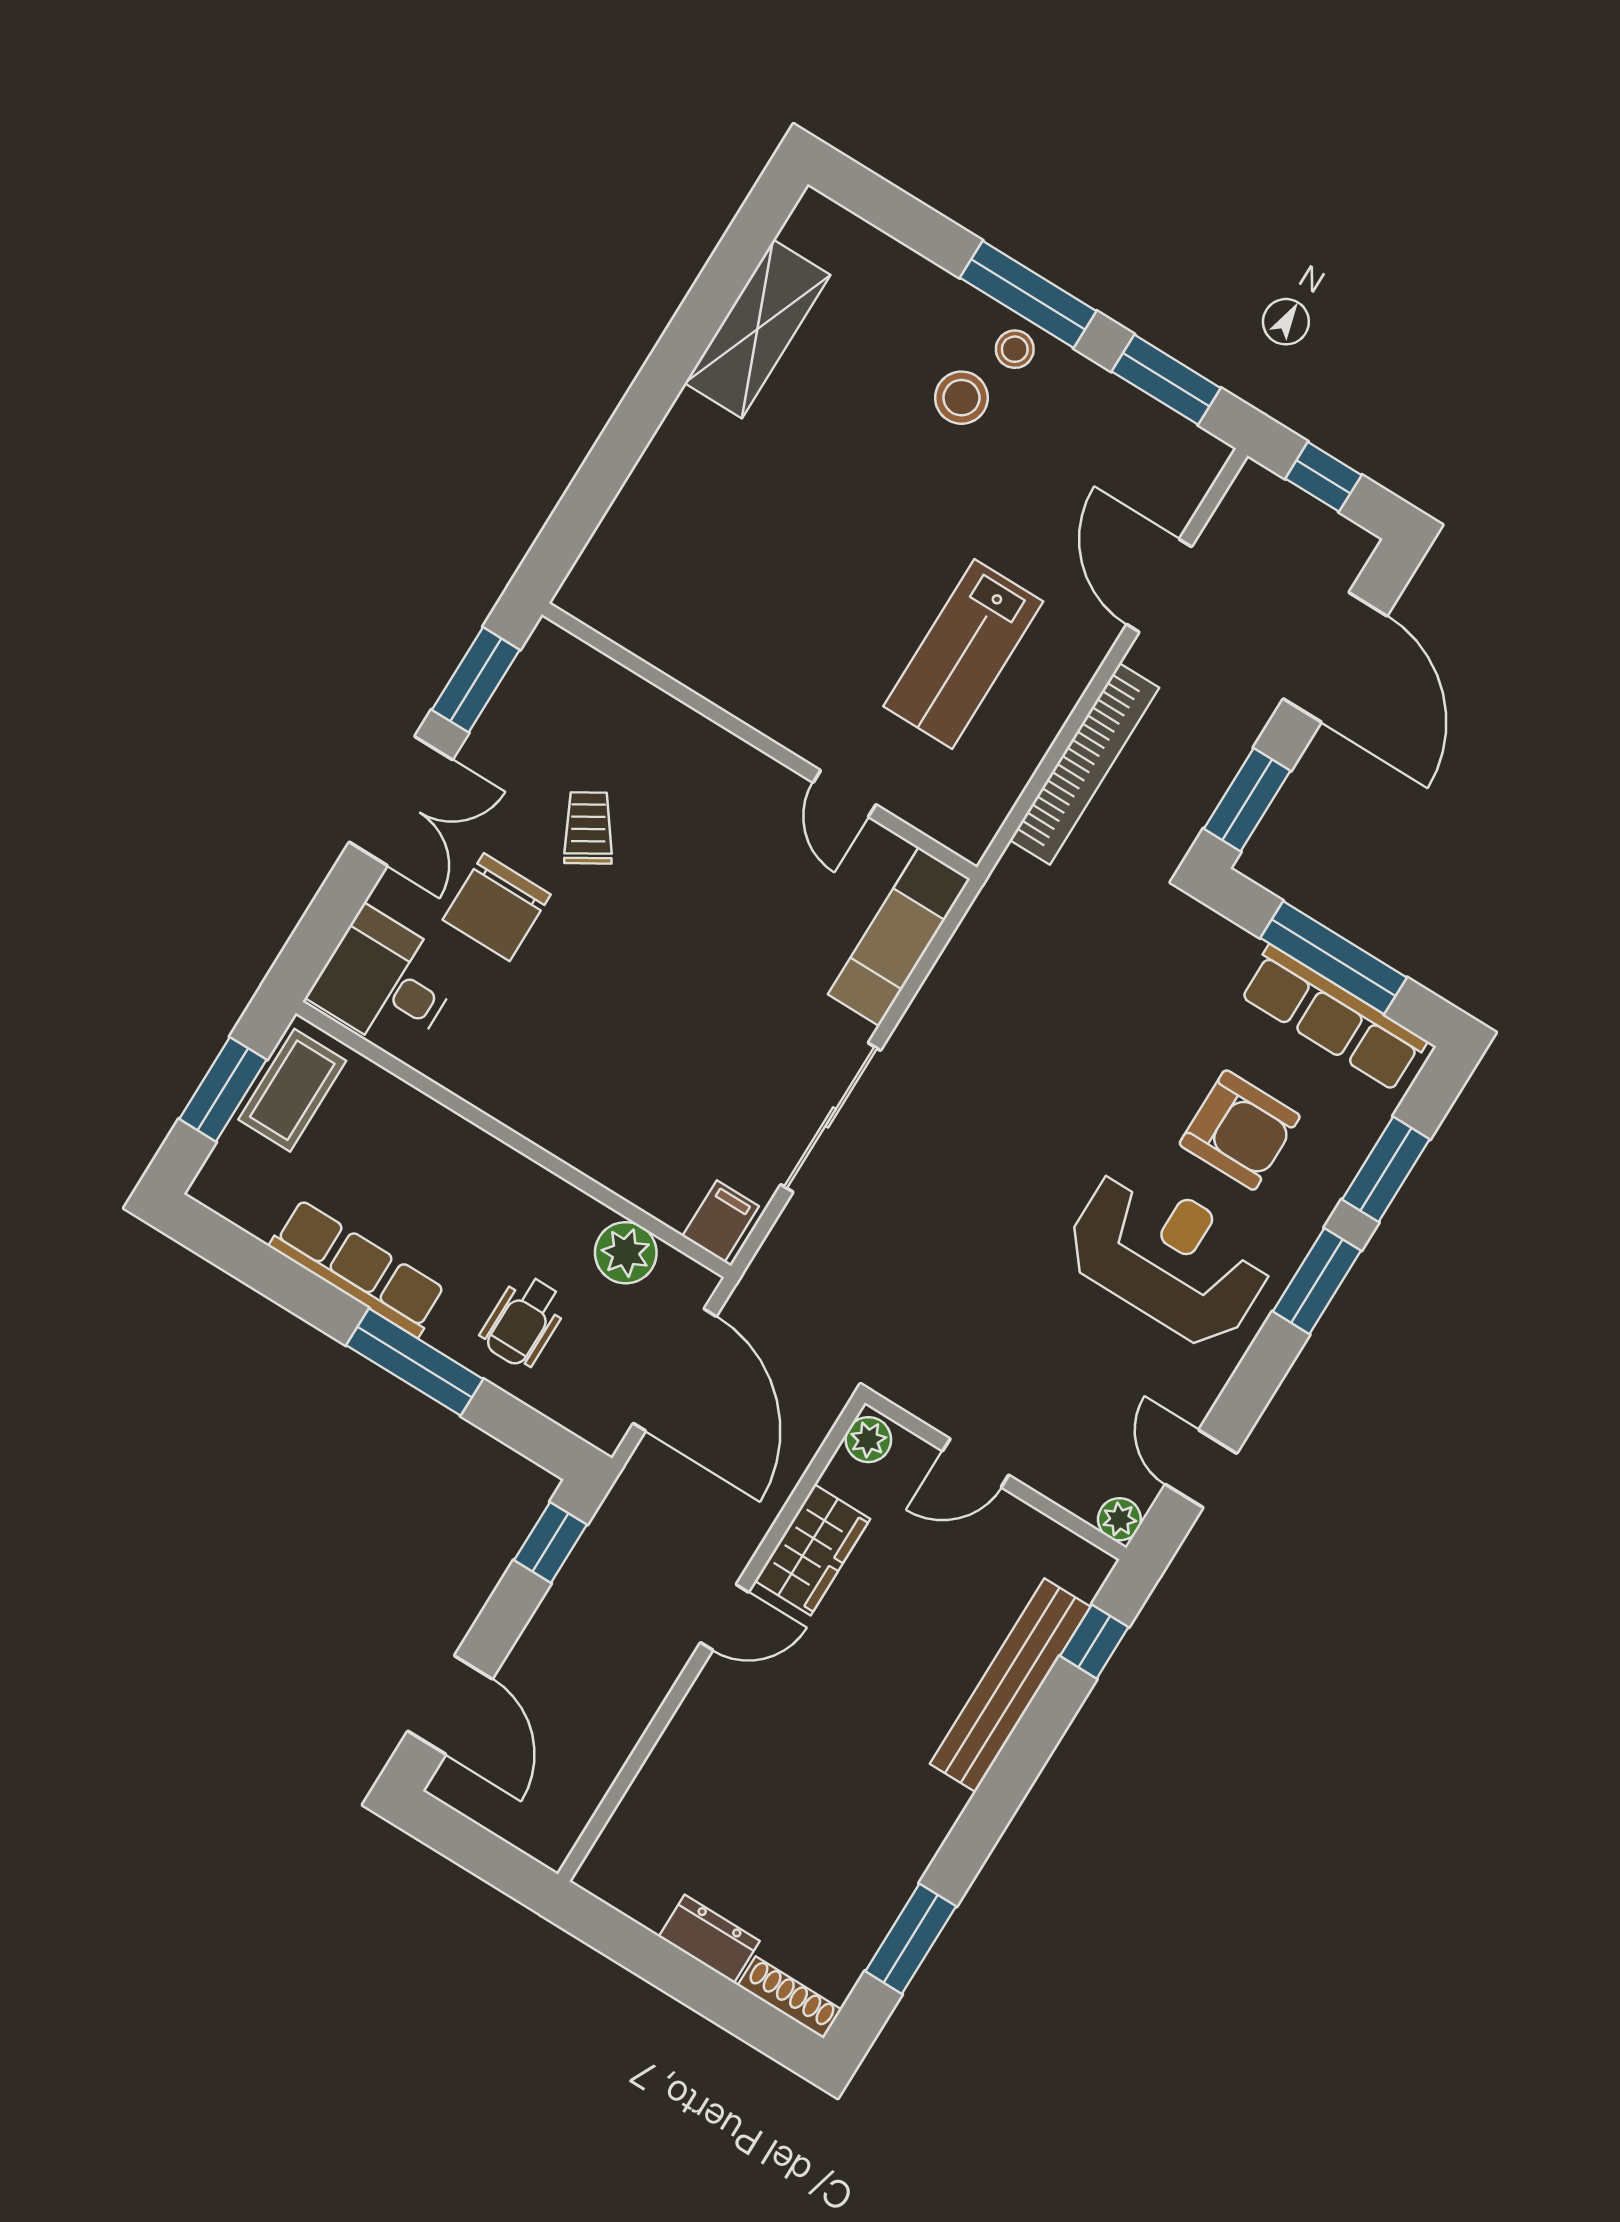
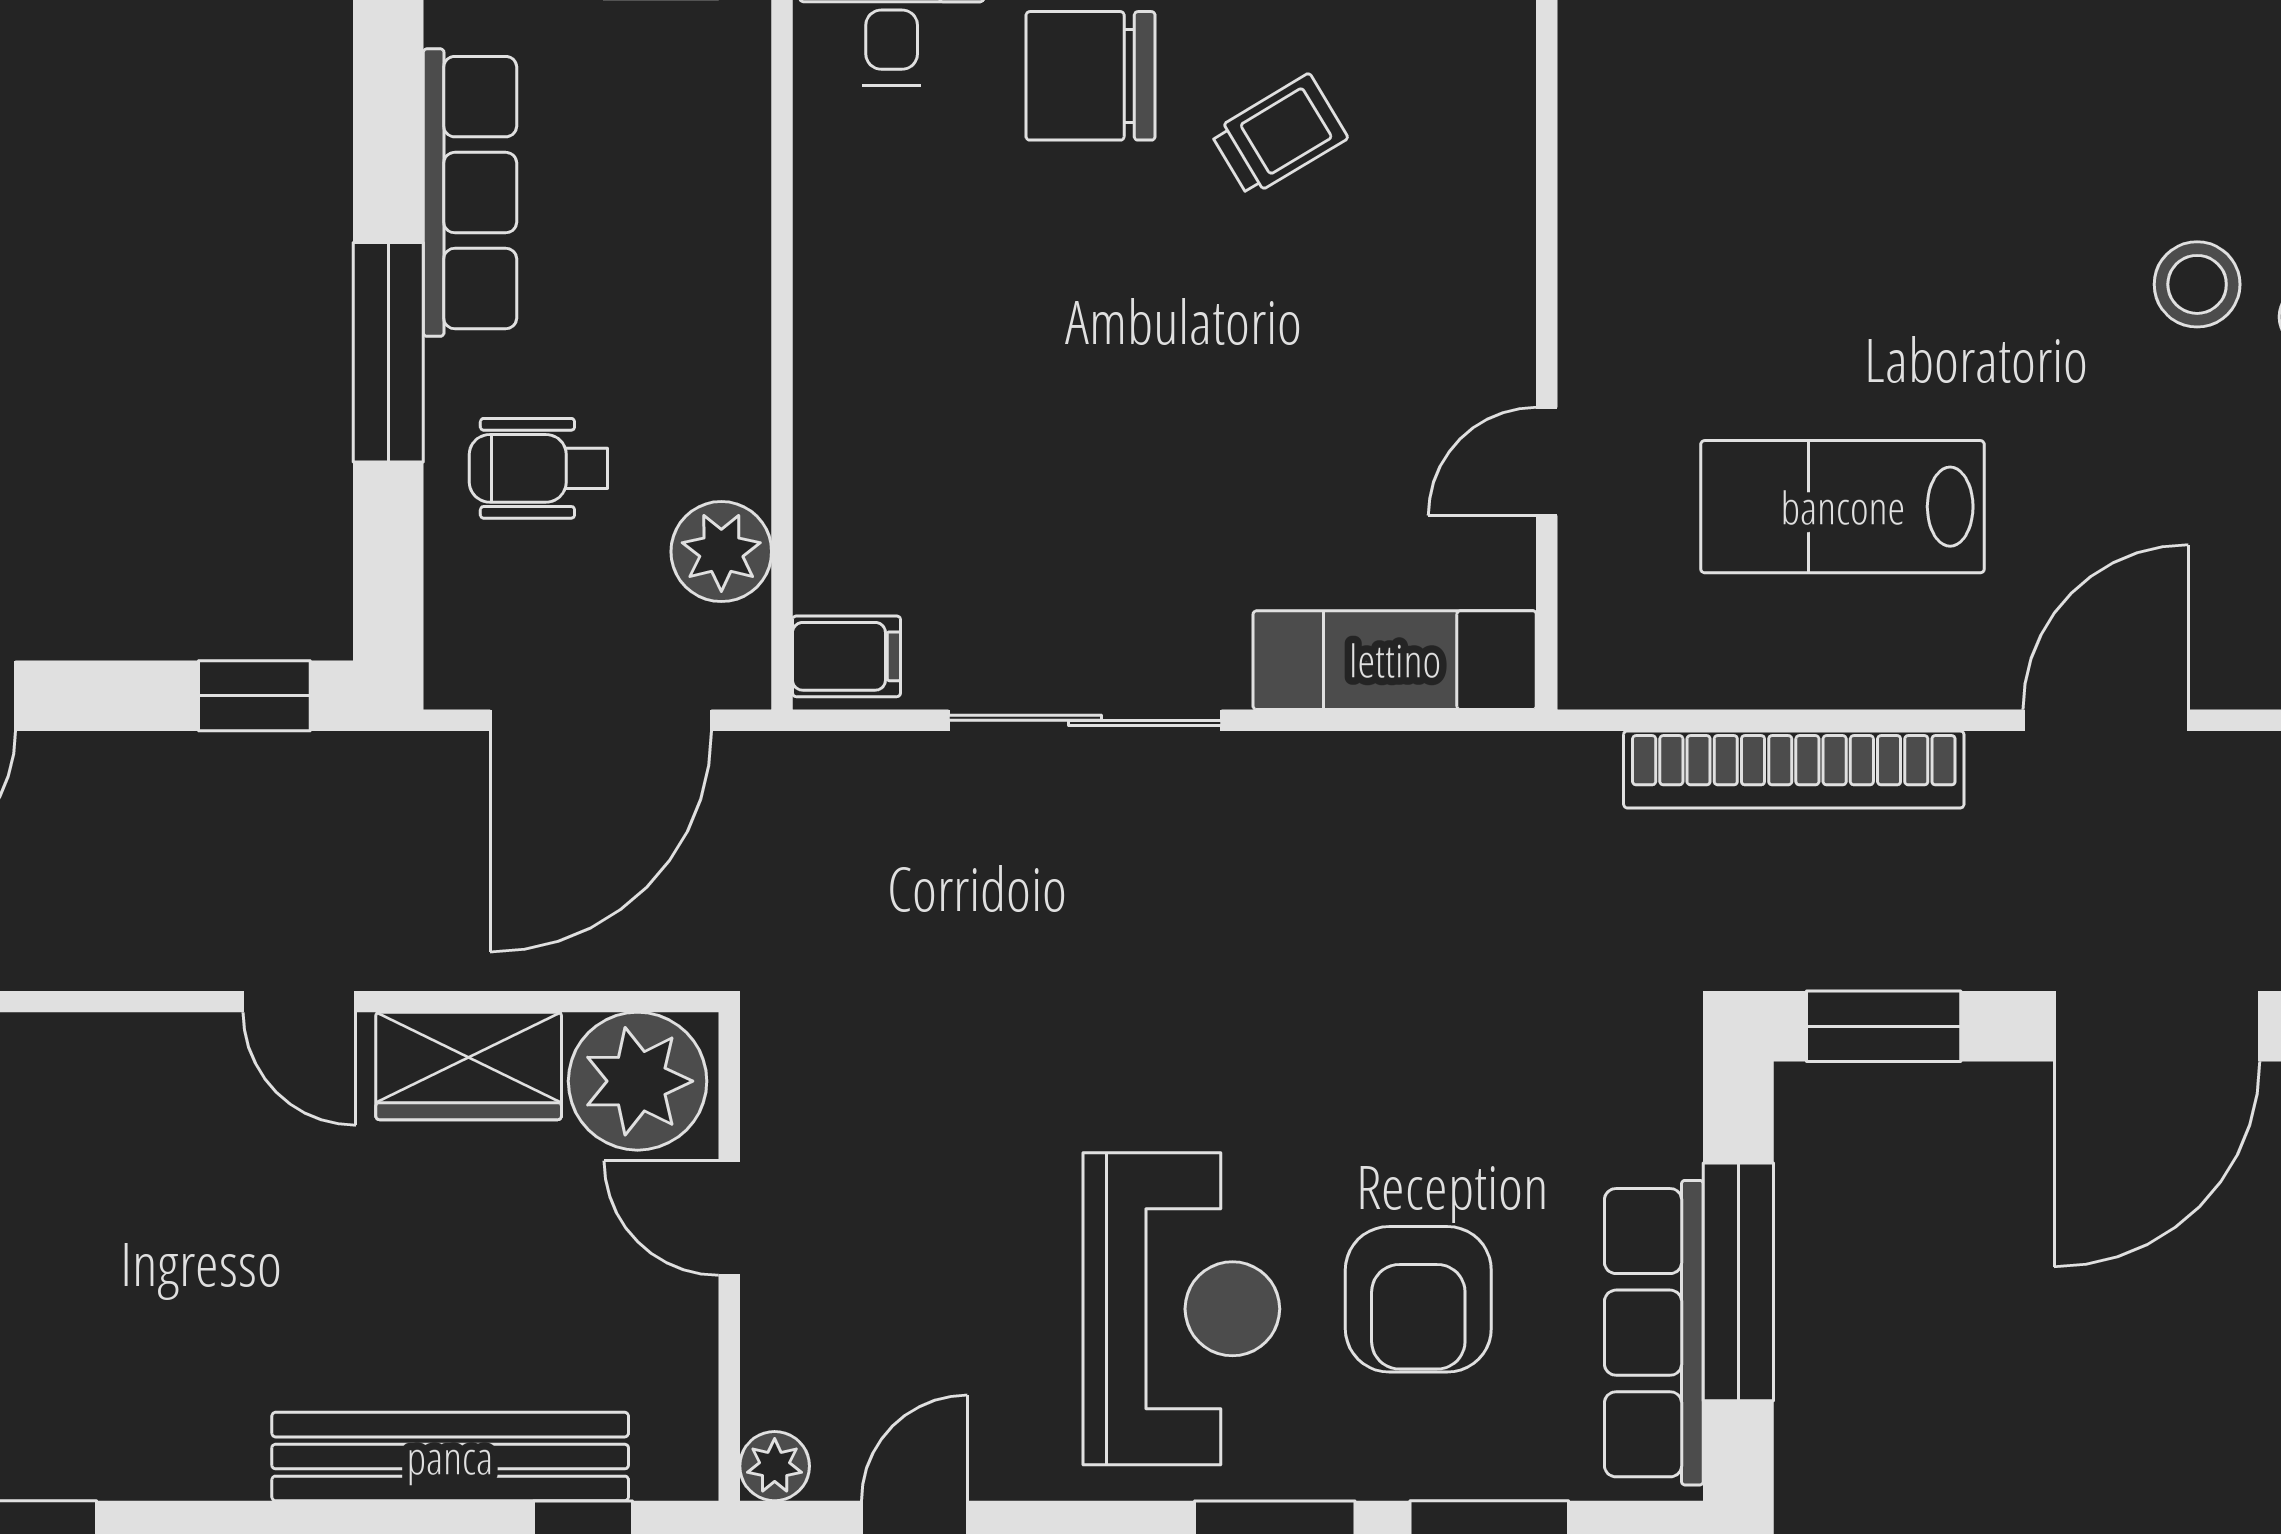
plant: (868, 1440) -> (638, 1081), width x1.87, depth x1.87

